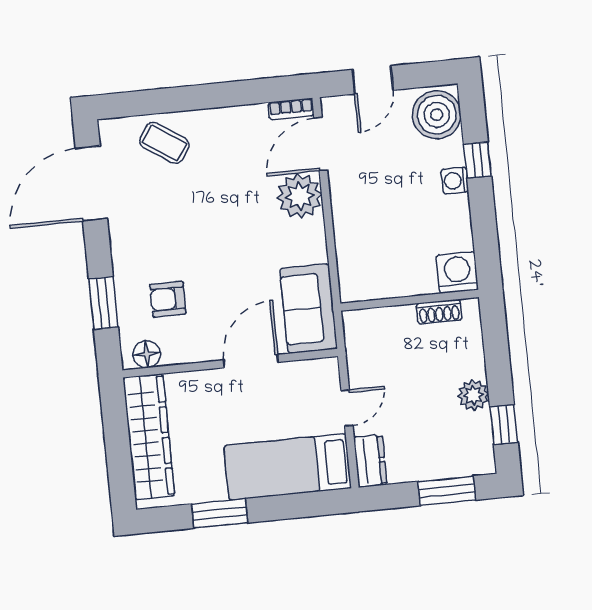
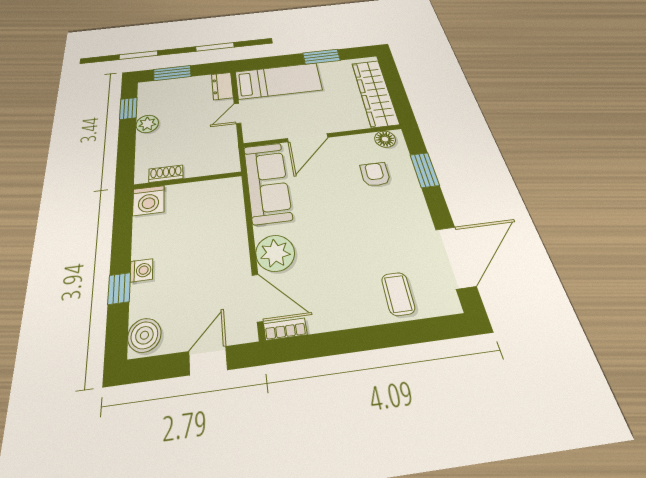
boiler: (437, 115) -> (144, 335), width x0.73, depth x0.73
coffee table: (164, 143) -> (398, 294), turned 56
door: (321, 144) -> (258, 298), hinge flipped
armchair: (168, 299) -> (375, 174), turned -90
sofa: (309, 309) -> (267, 182), width x1.36

